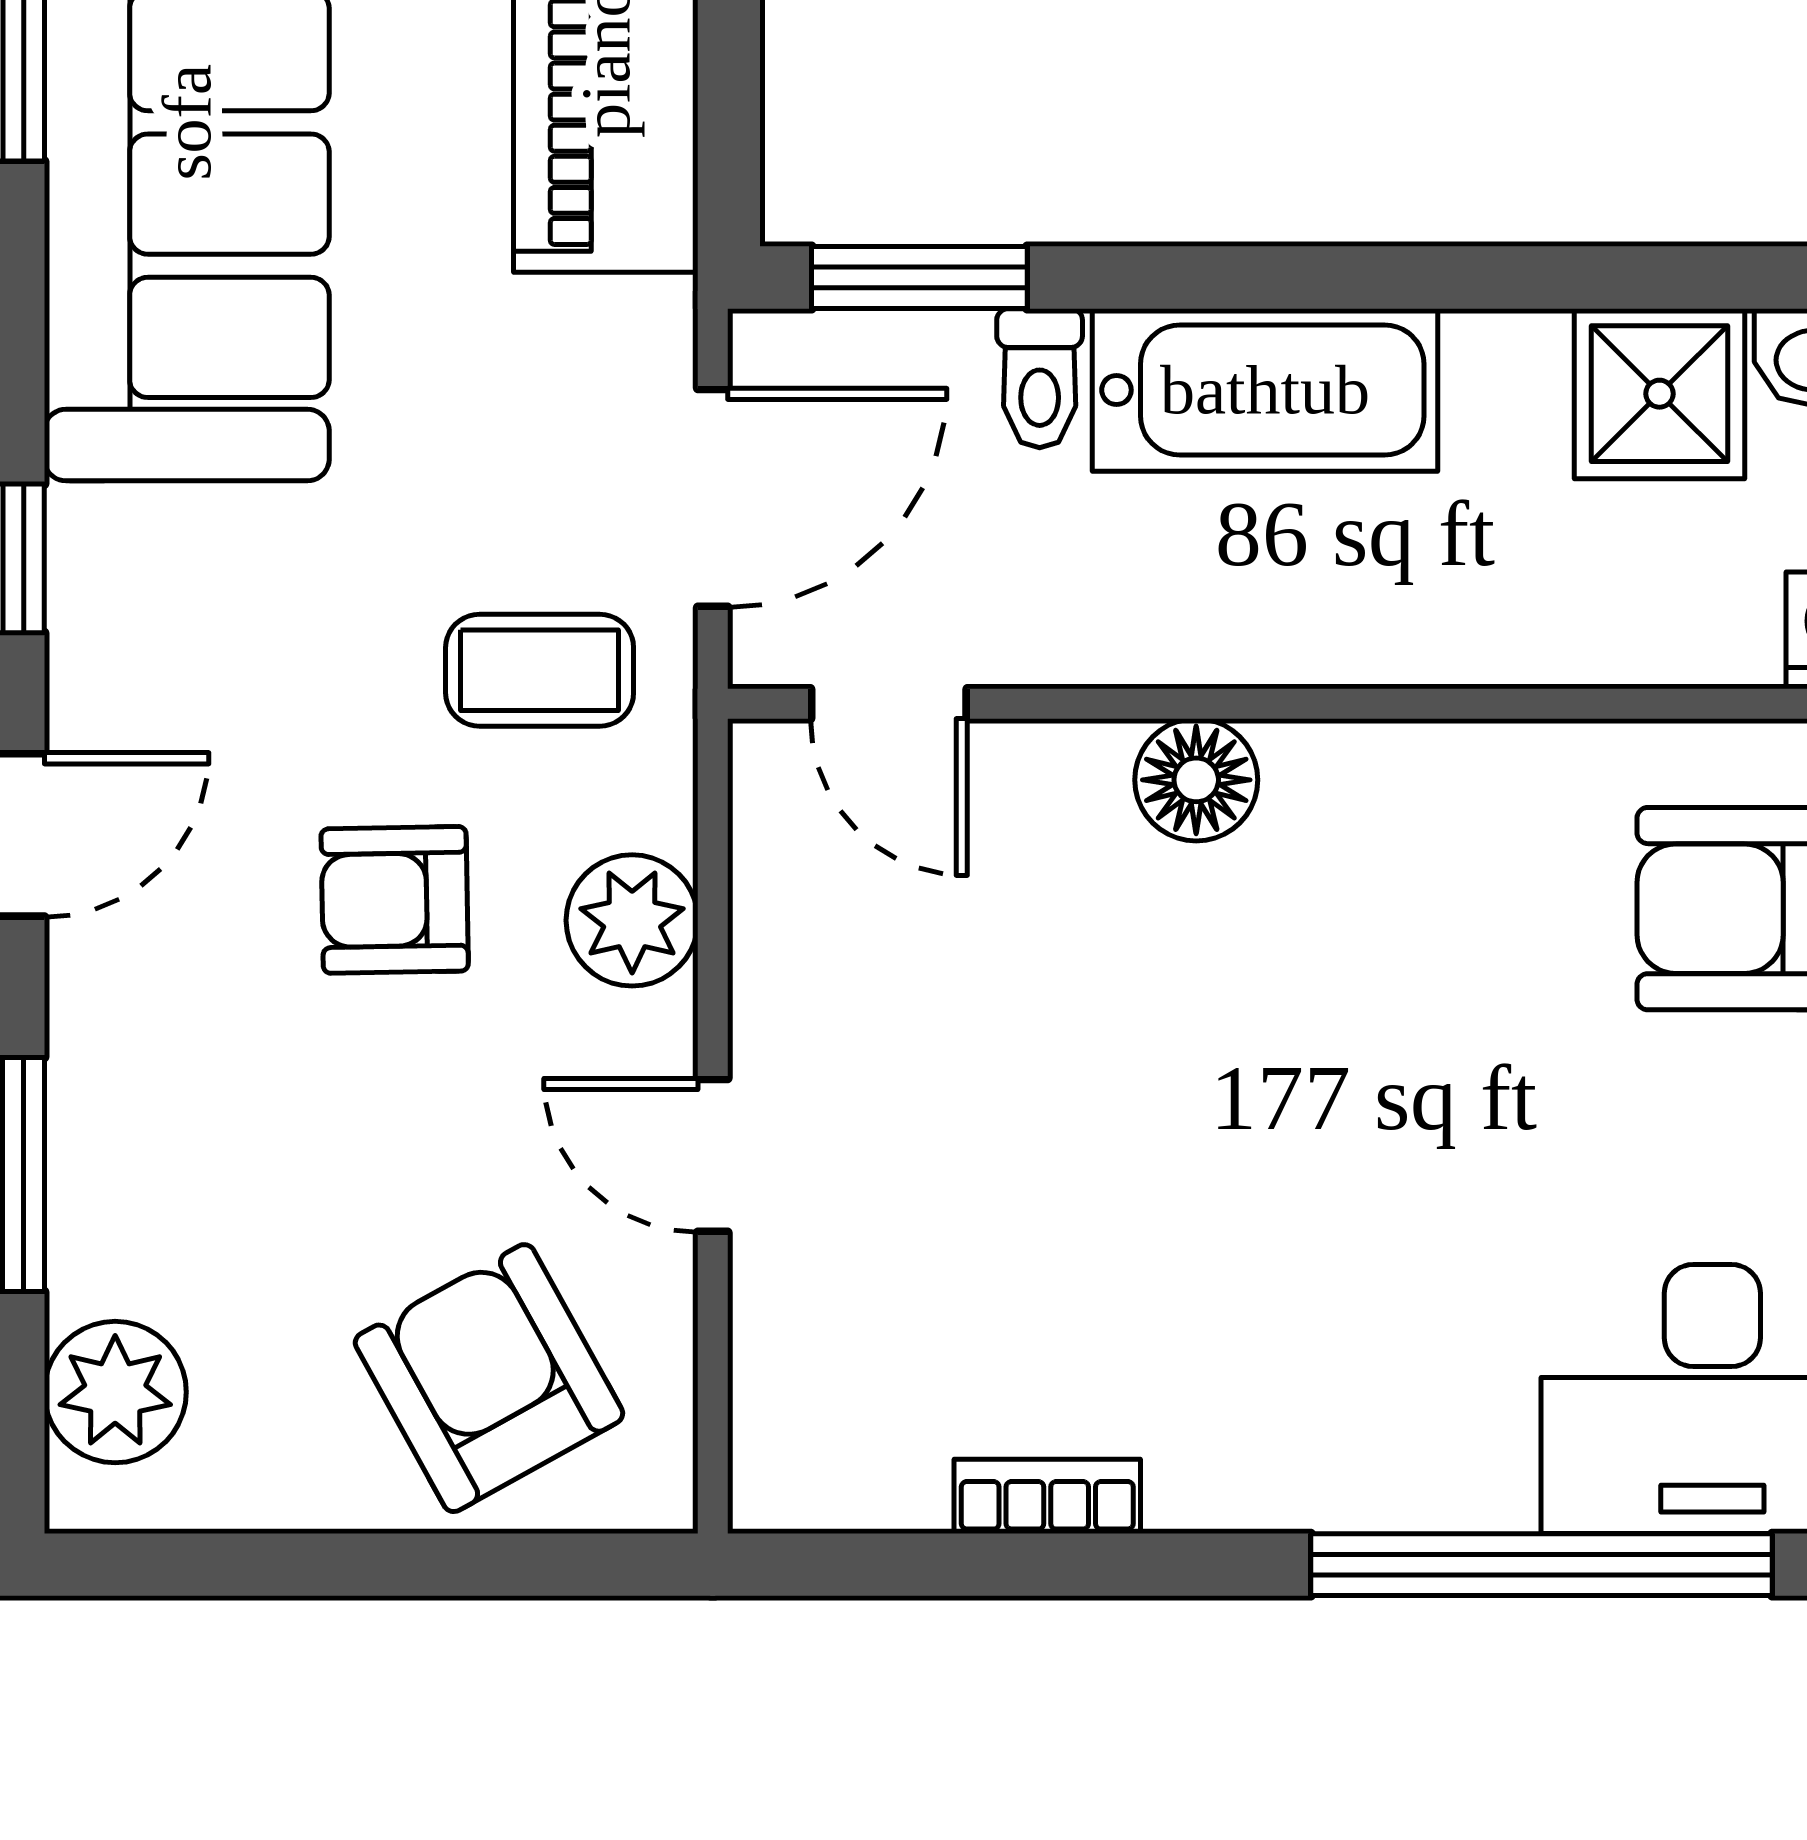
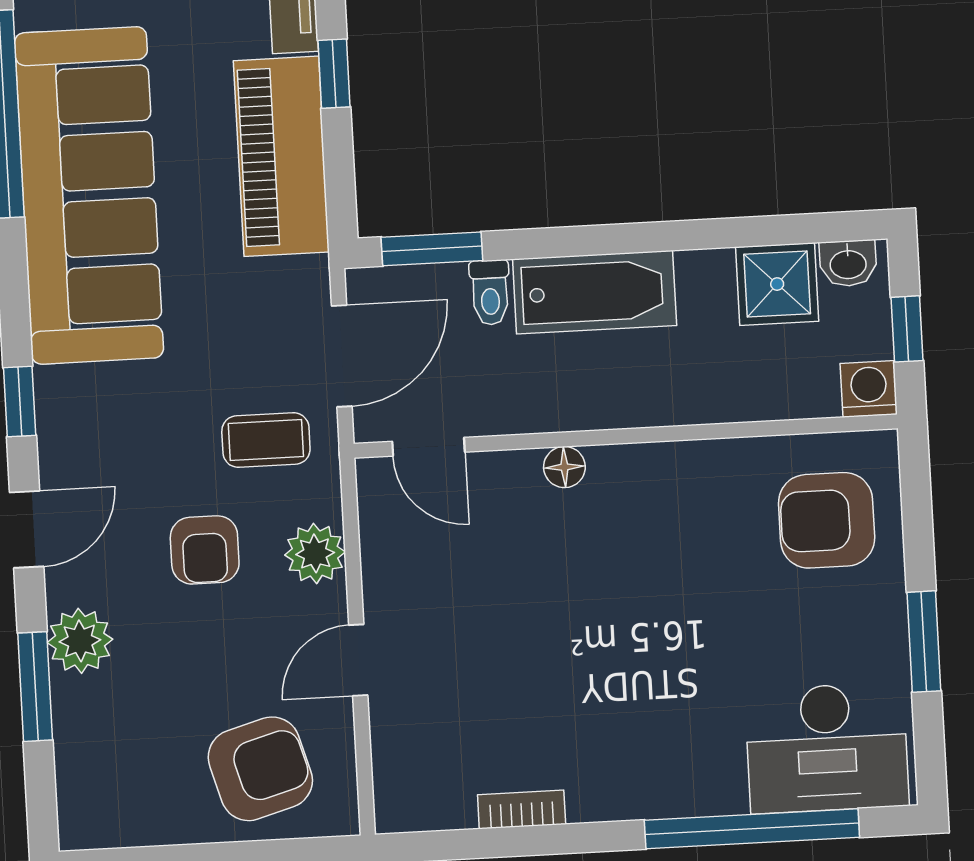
floor lamp: (1196, 780) -> (564, 467), width x0.73, depth x0.73
armchair: (395, 900) -> (205, 550), turned -89
door: (713, 1155) -> (358, 660), hinge flipped
armchair: (489, 1378) -> (260, 769), turned 103
plant: (115, 1392) -> (80, 641), moved

